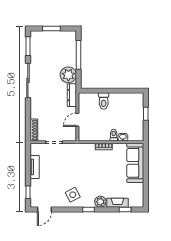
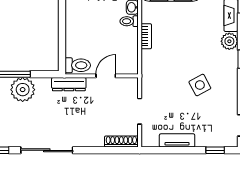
plant: (68, 75) -> (23, 90), moved
toilet: (104, 101) -> (78, 65), moved
door: (77, 120) -> (106, 76), swing flipped
side table: (73, 195) -> (200, 85), moved

